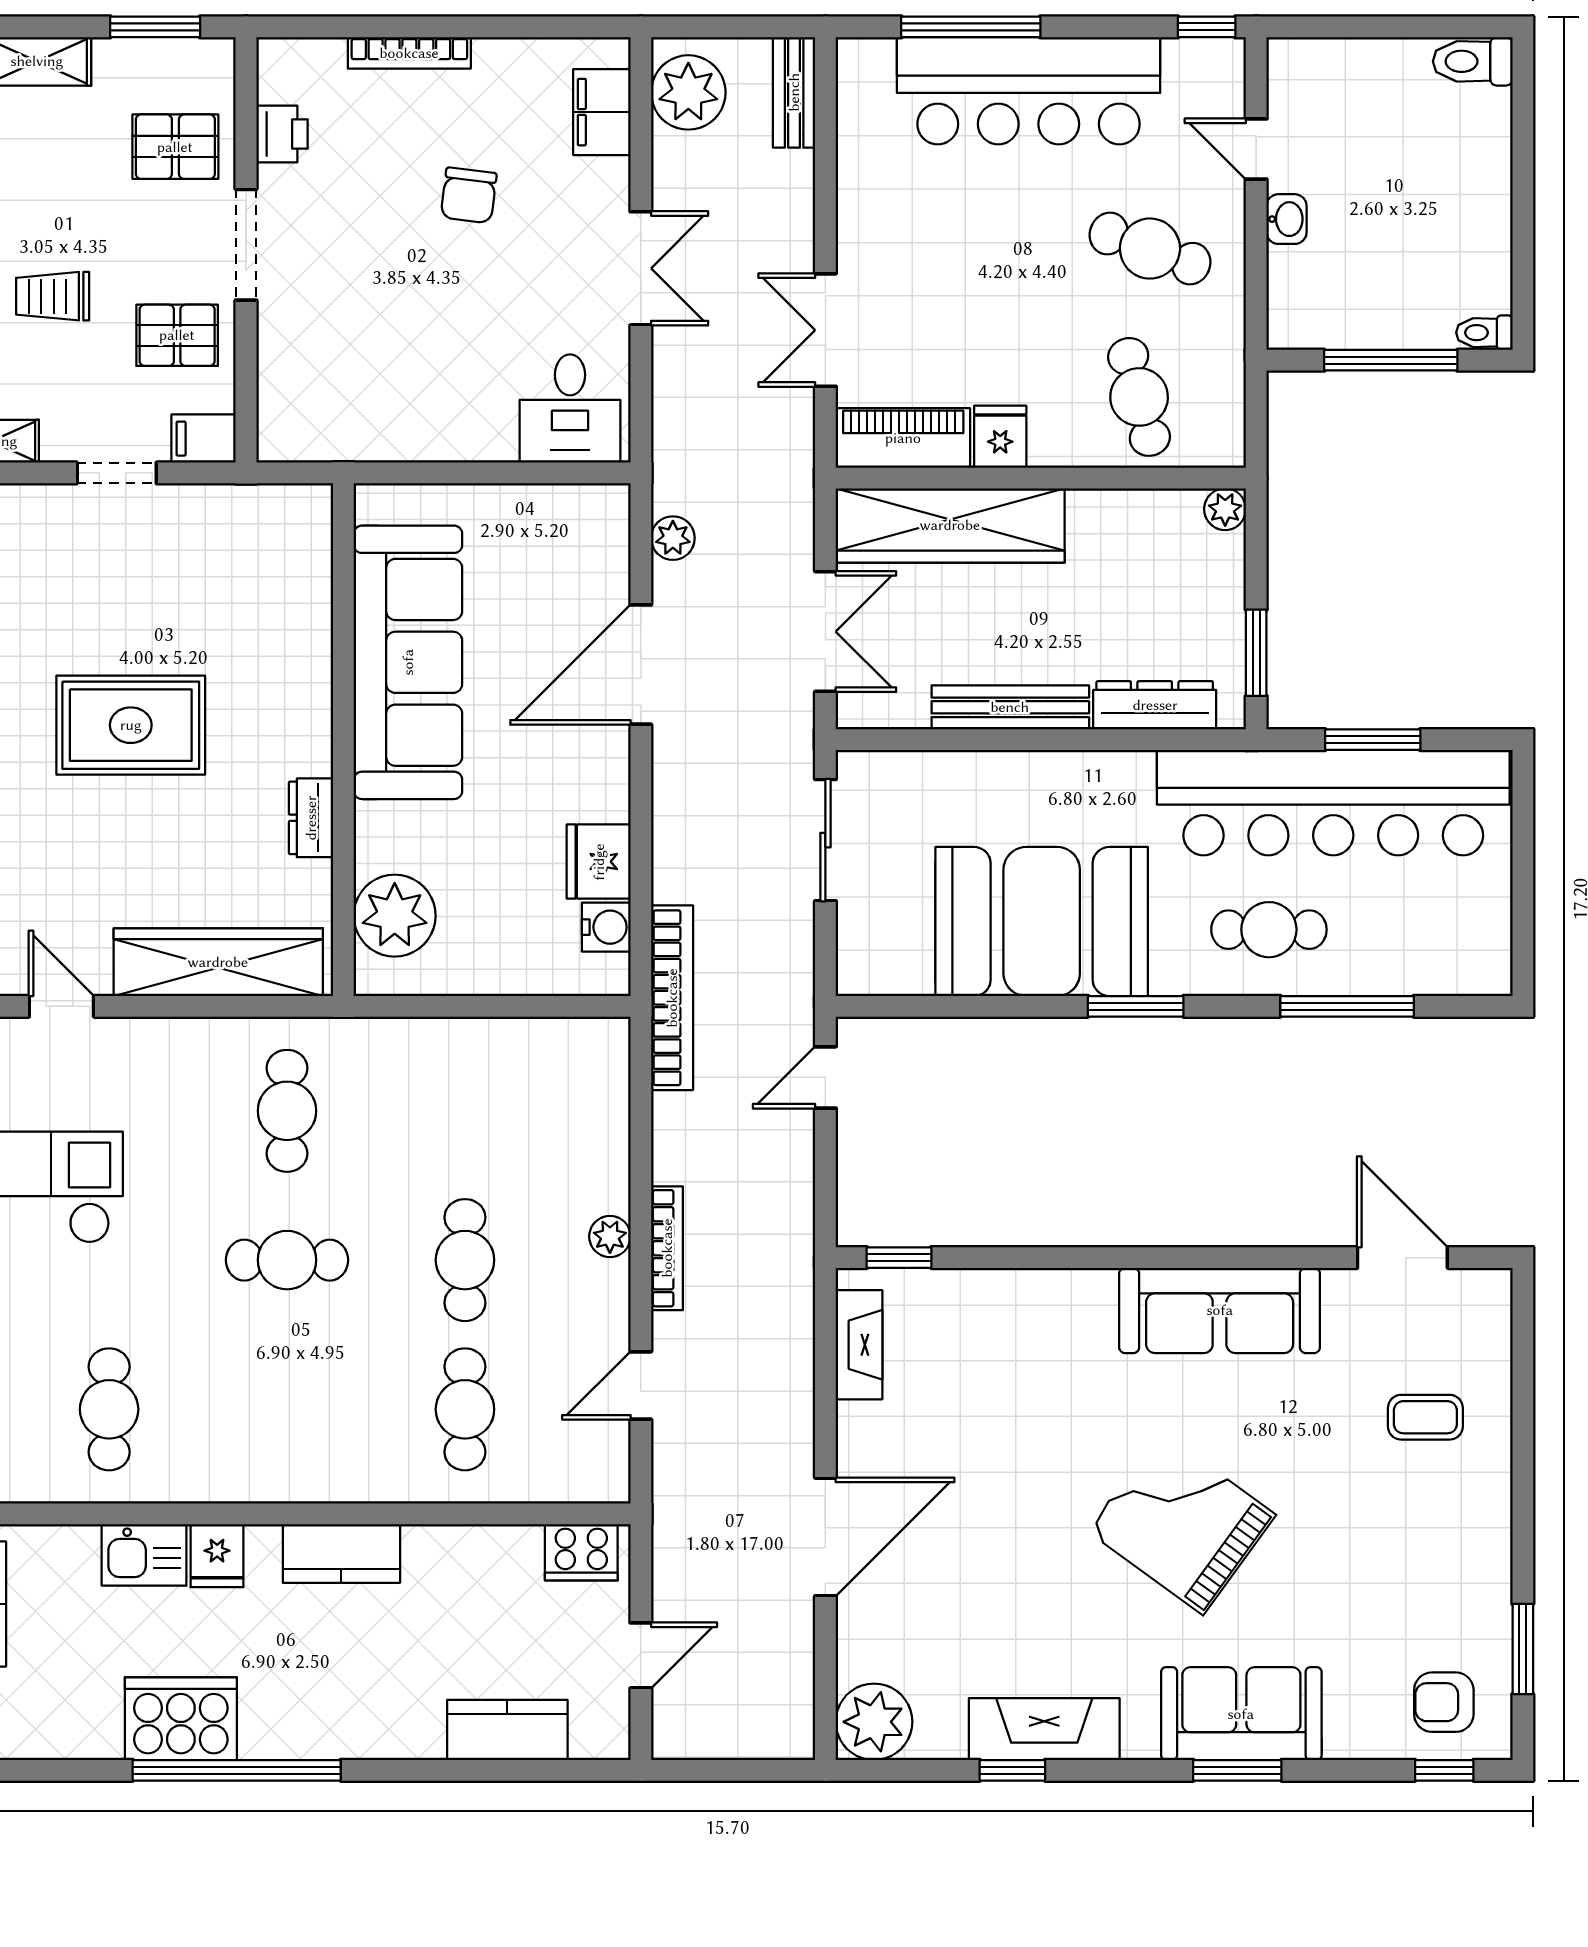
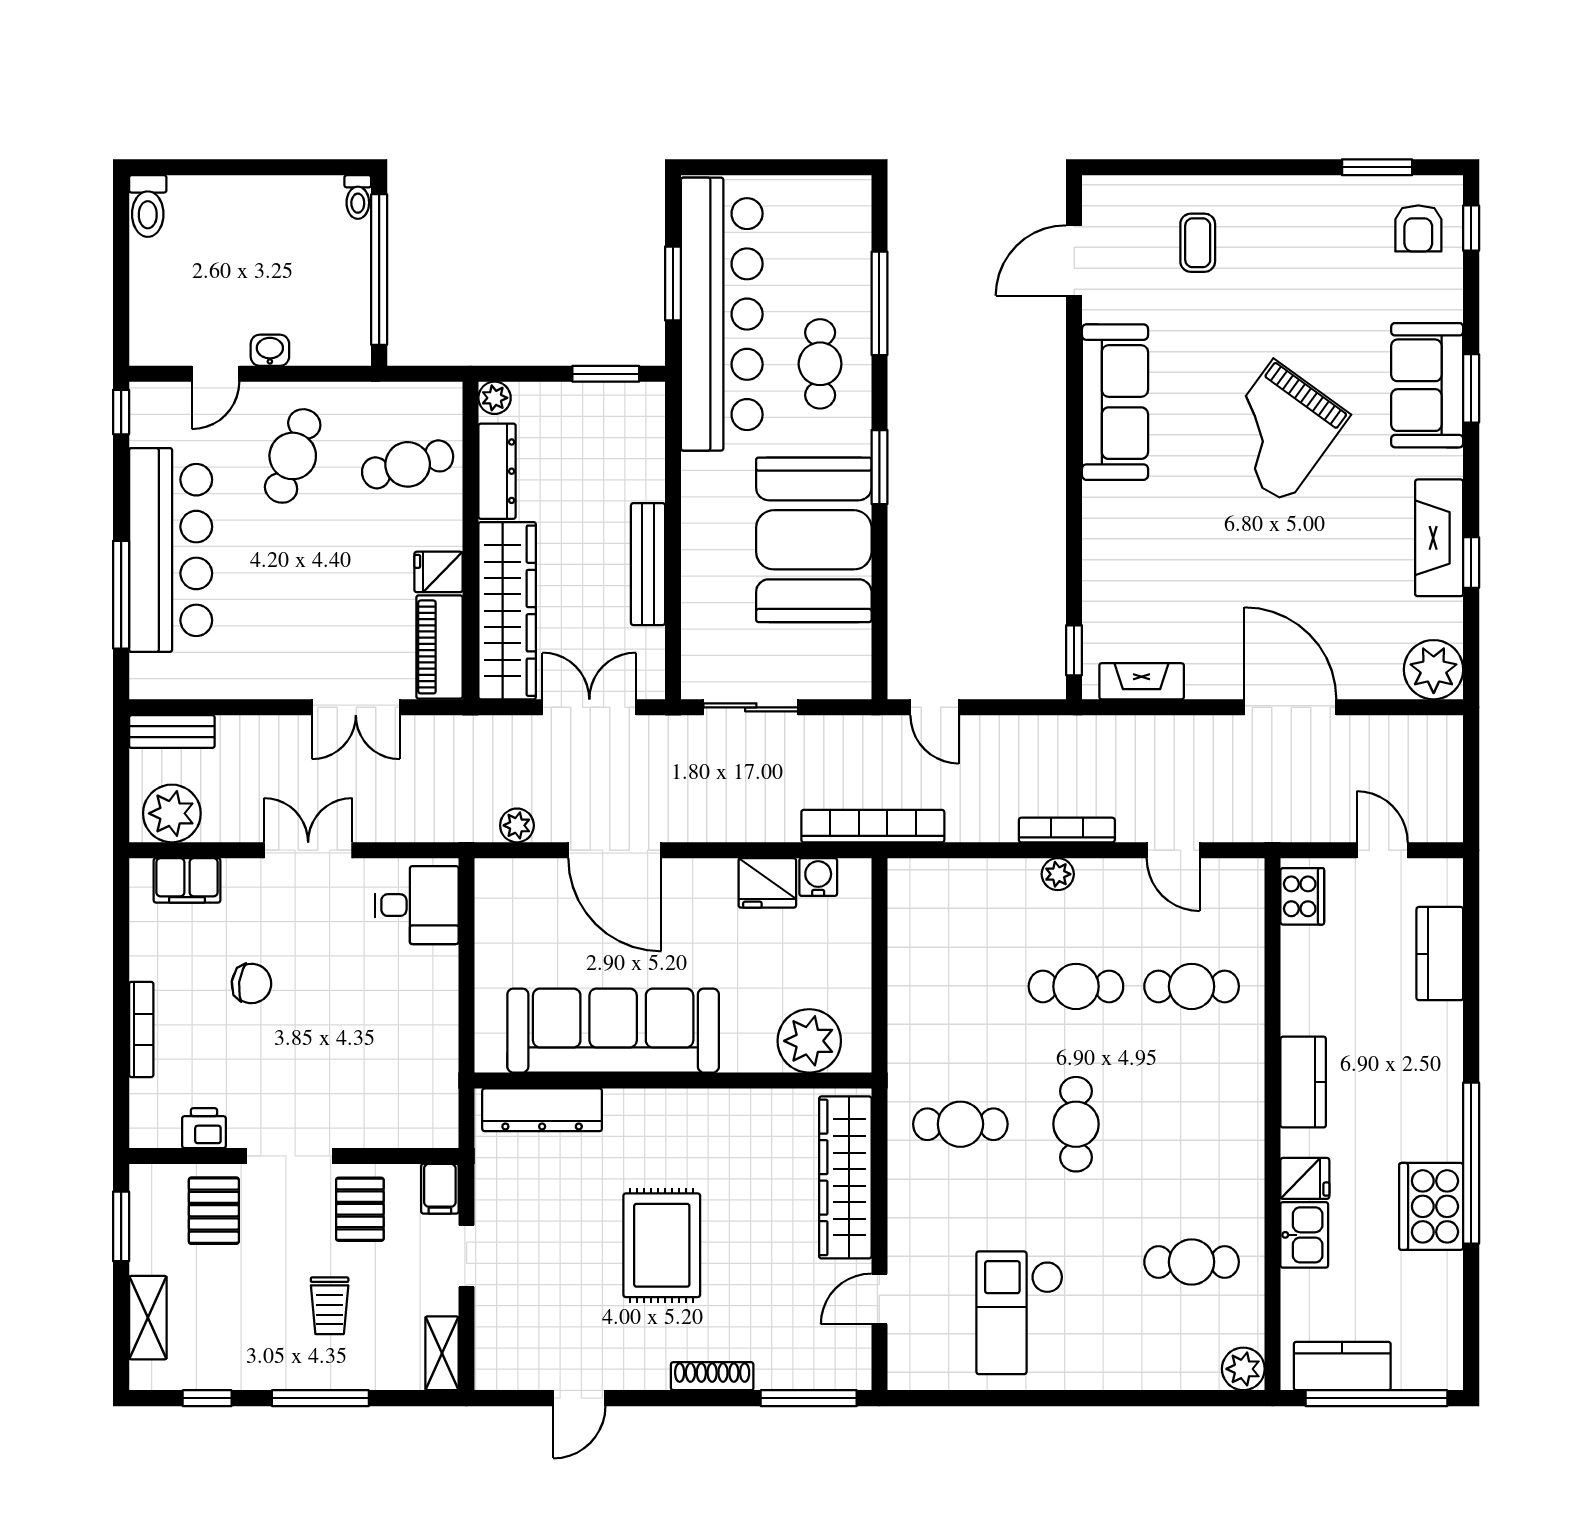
window: (1391, 360) -> (379, 270), width x1.46
dresser: (1155, 705) -> (497, 471), moved, turned 180
dresser: (311, 818) -> (542, 1110), moved, width x1.96, depth x1.24

